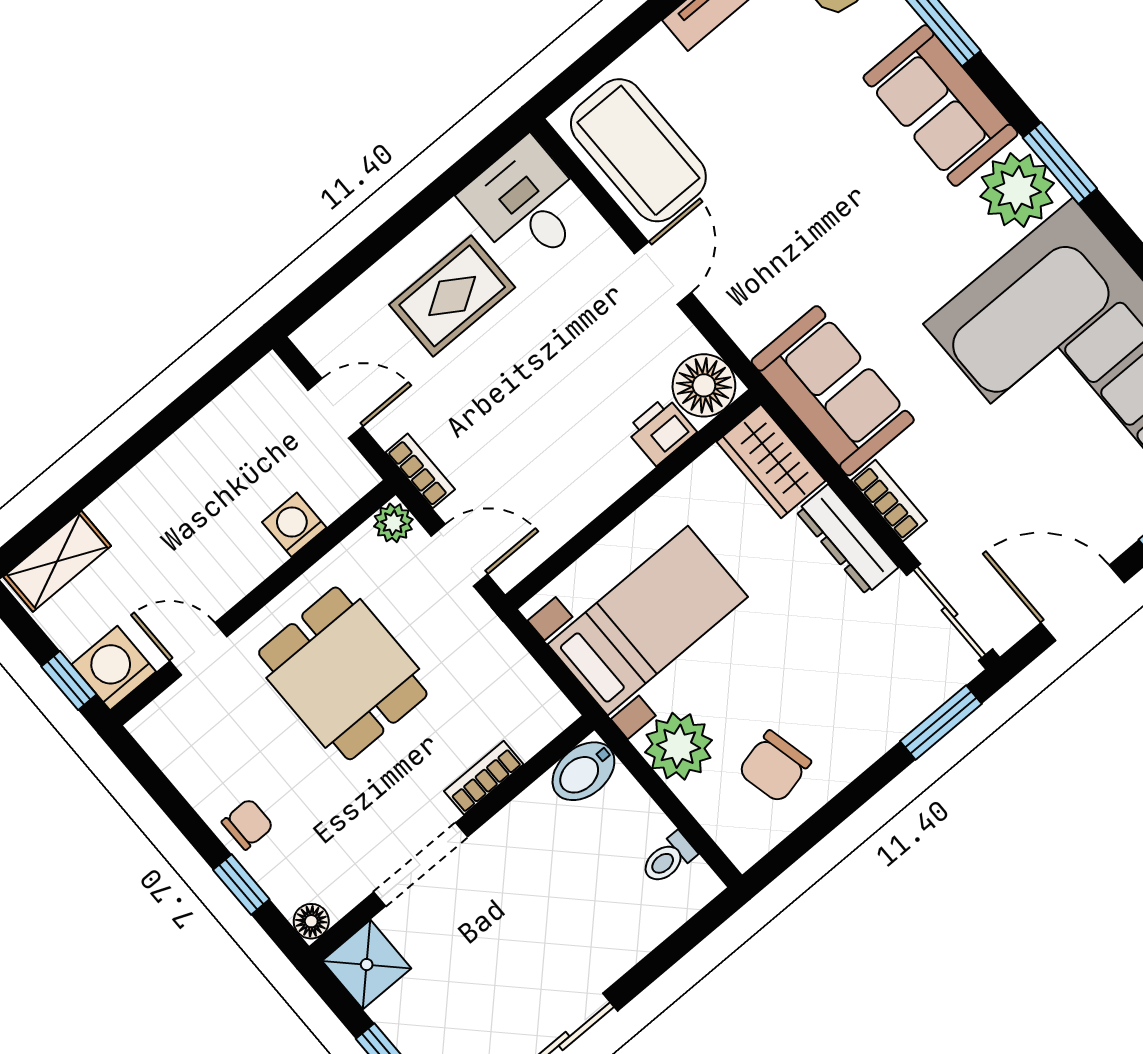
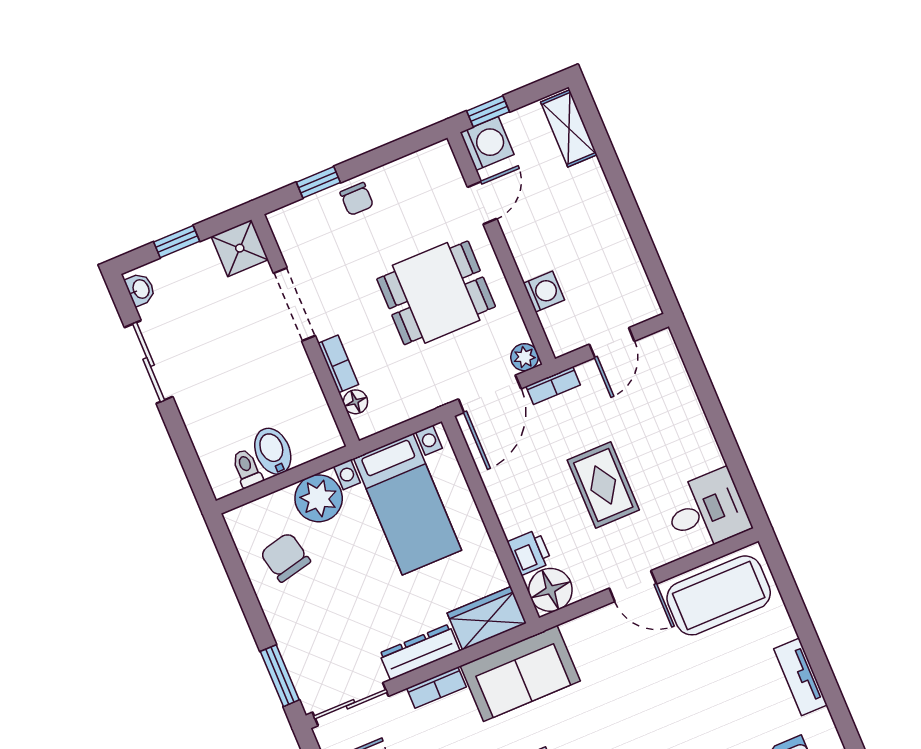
rug: (452, 296) -> (603, 485), moved
door: (459, 555) -> (490, 394), width x1.38
bidet: (583, 771) -> (273, 451), moved
floor lamp: (311, 921) -> (355, 402), moved

